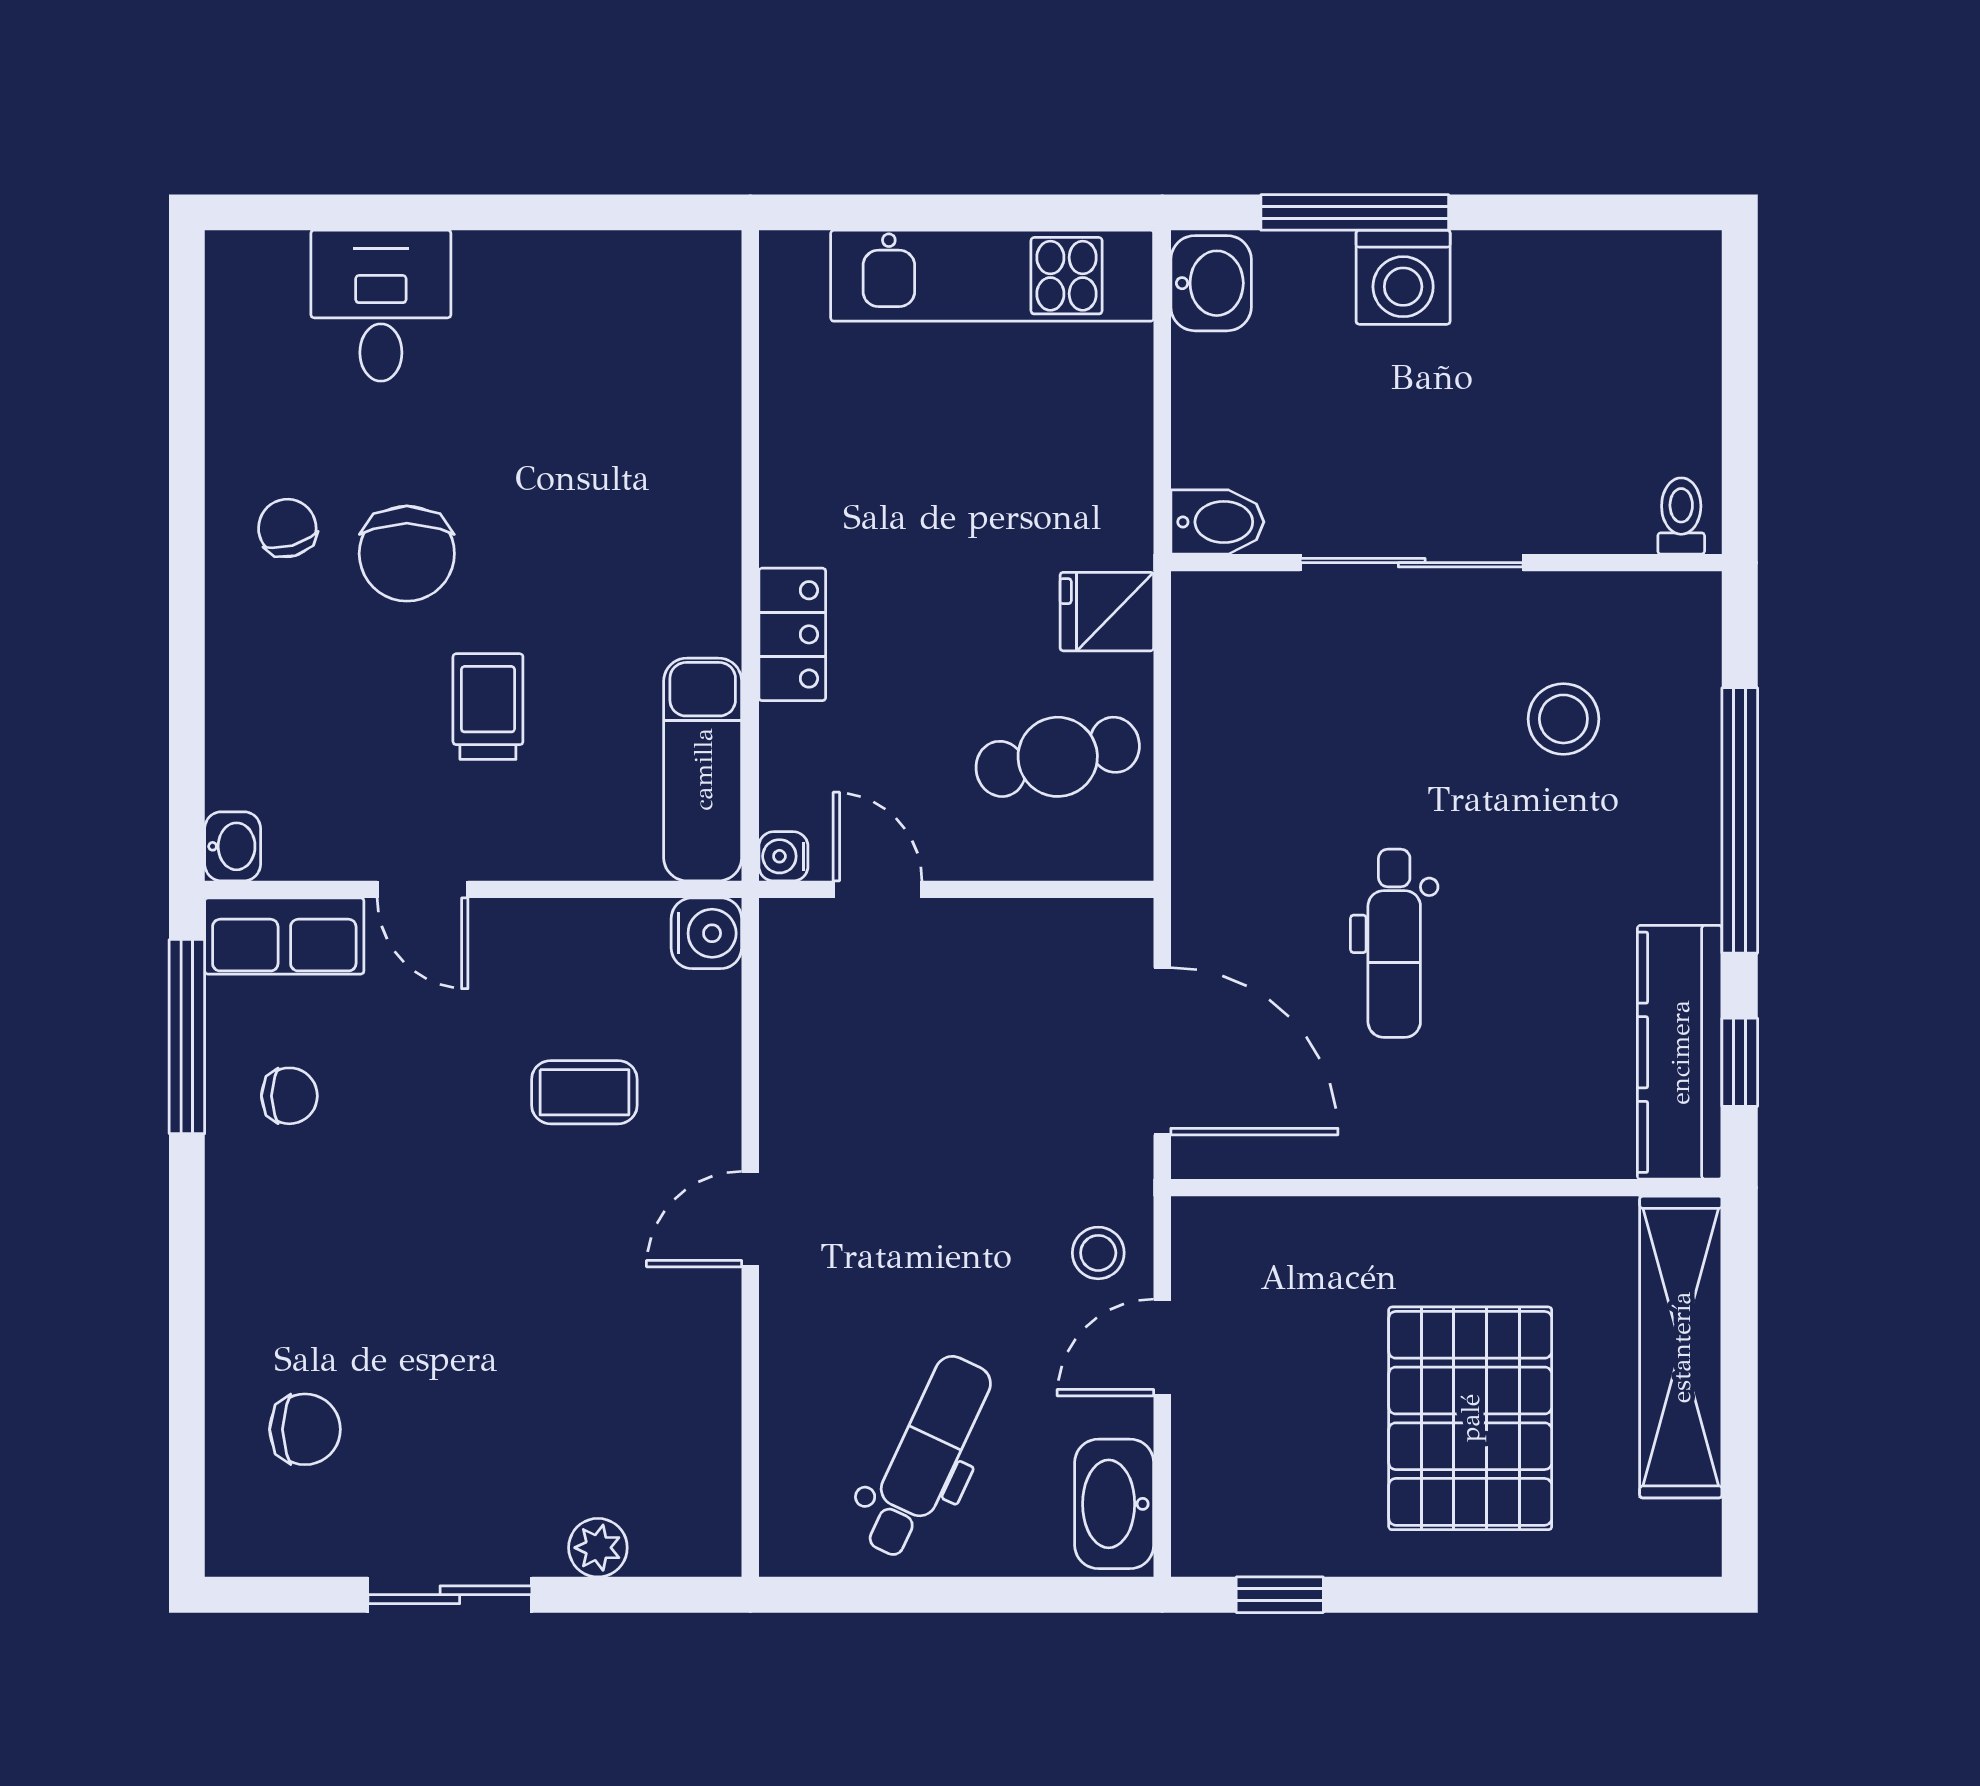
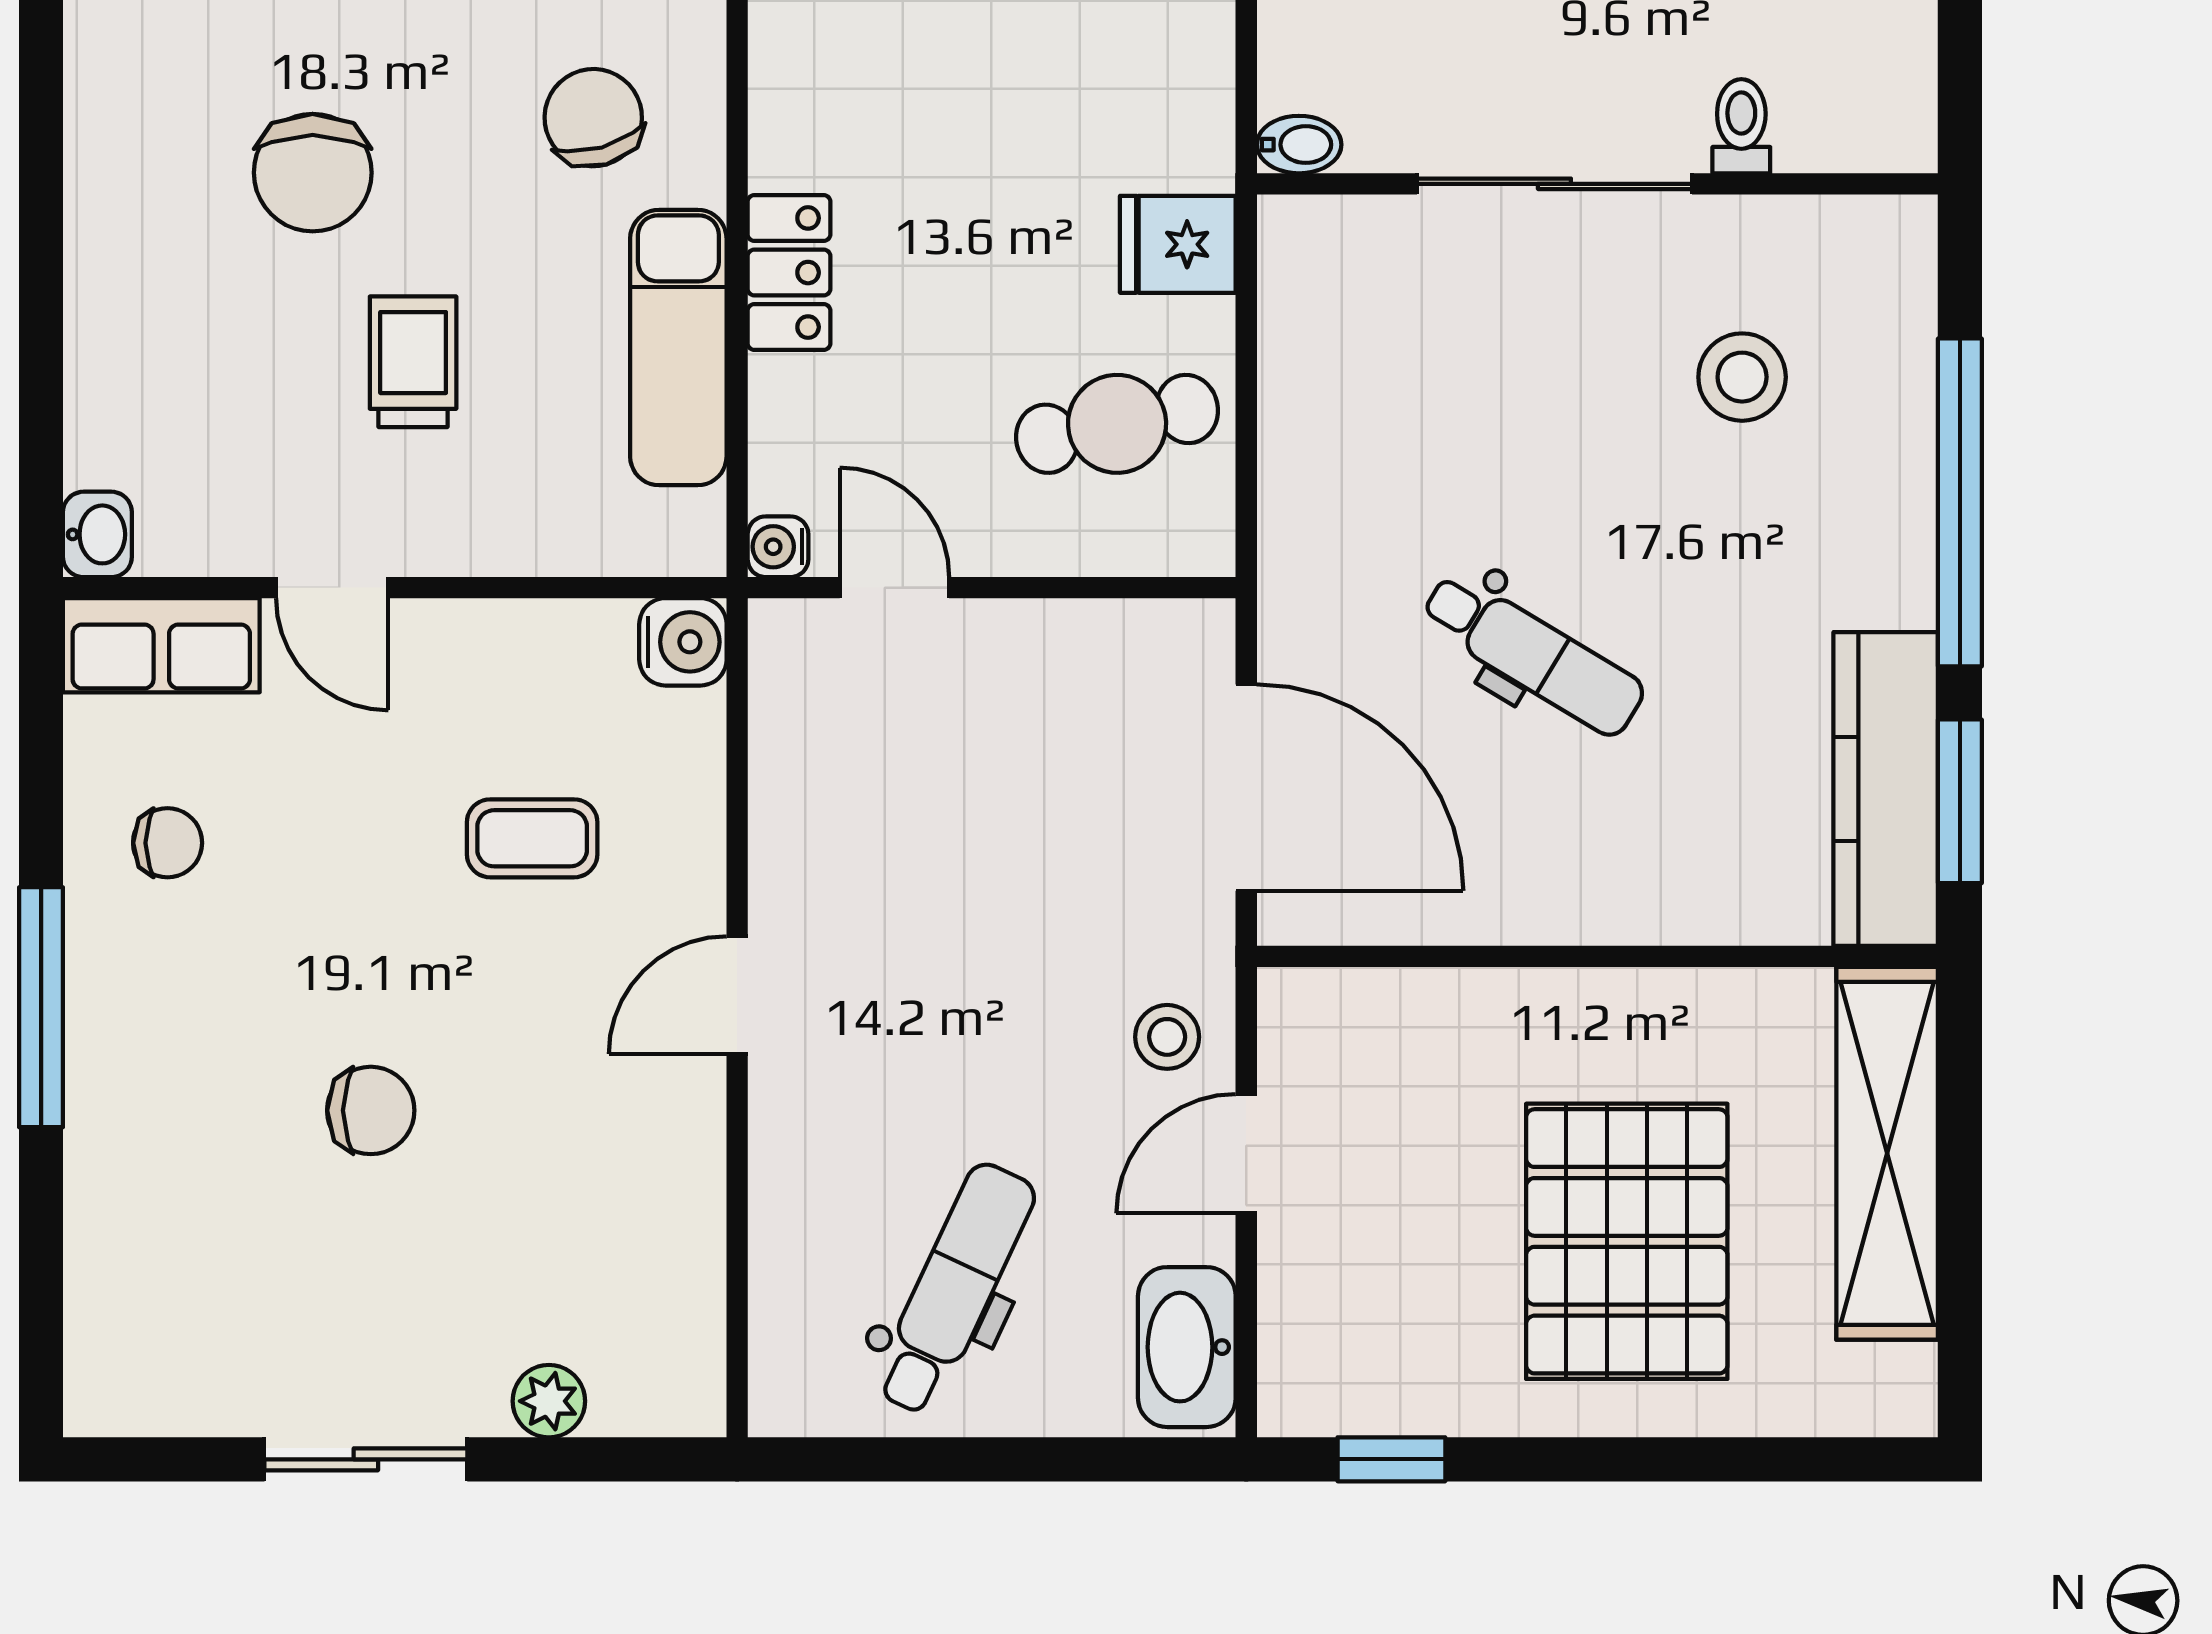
toilet: (1681, 516) -> (1741, 126), moved
bidet: (1217, 522) -> (1299, 145), width x0.72, depth x0.74
chair: (287, 528) -> (593, 118), moved, width x1.37, depth x1.37
exam couch: (703, 769) -> (678, 348), moved
dental chair: (1394, 943) -> (1533, 654), turned -59
window: (187, 1037) -> (41, 1007), moved
window: (1740, 1062) -> (1960, 801), width x1.50
chair: (305, 1429) -> (371, 1110), moved

